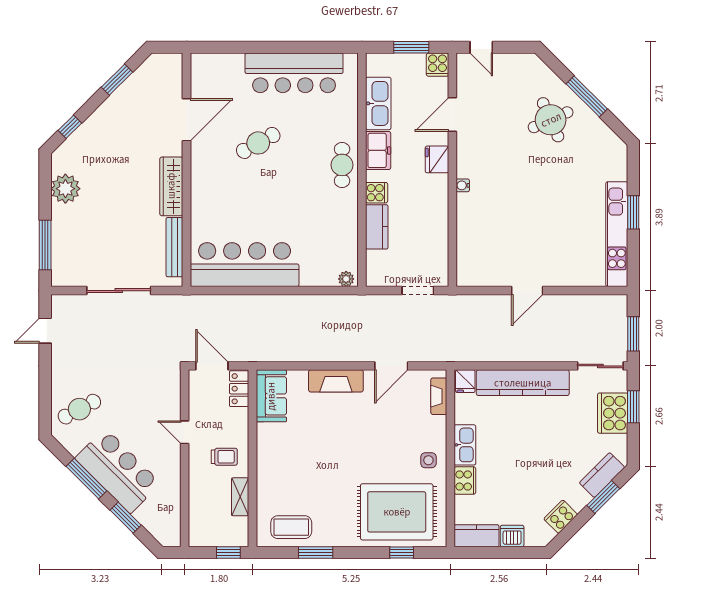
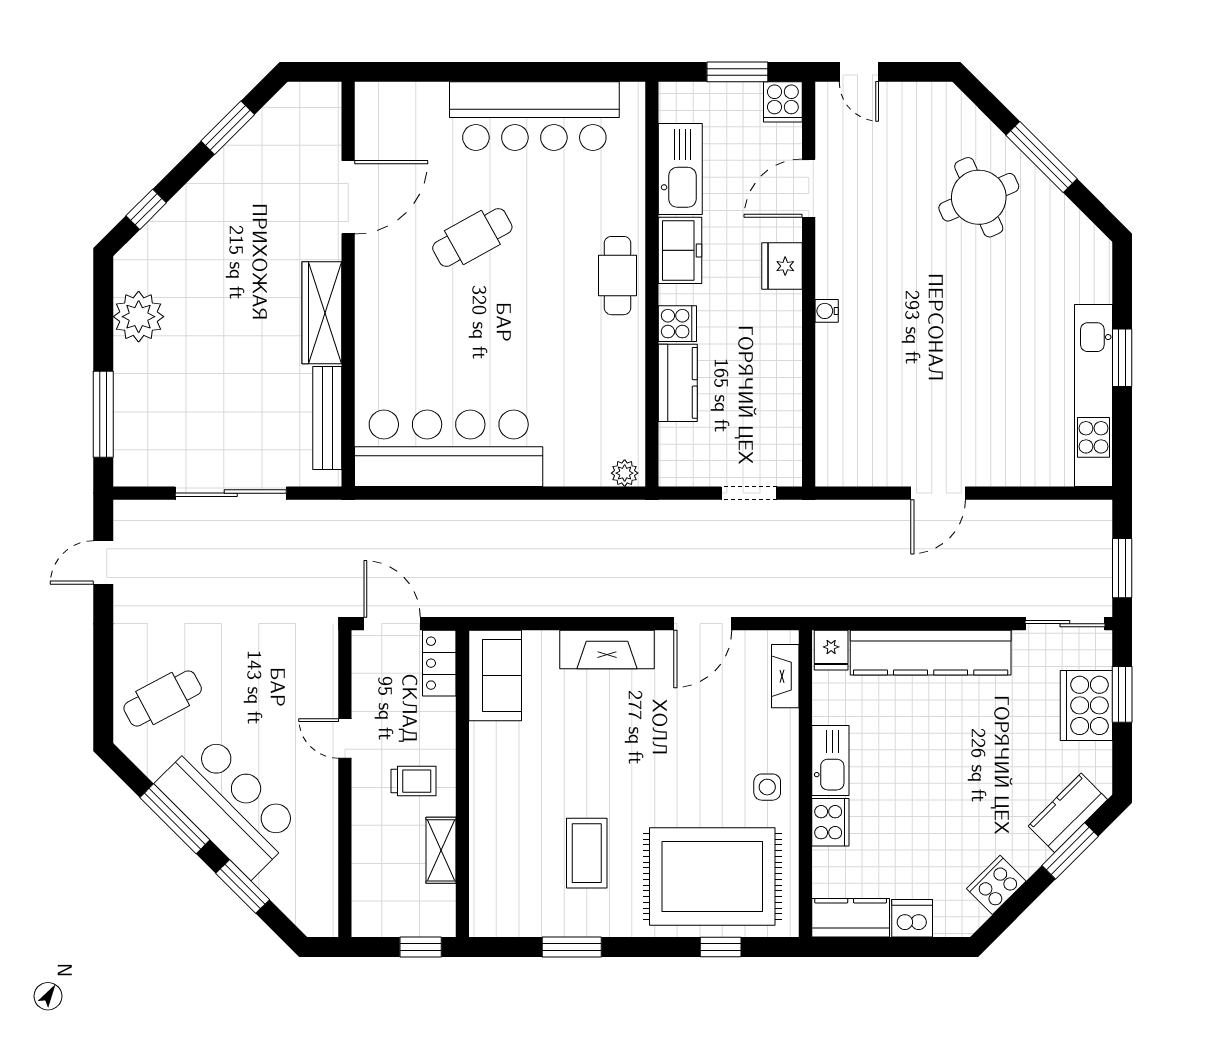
coffee table: (291, 527) -> (587, 853), moved, turned 90

